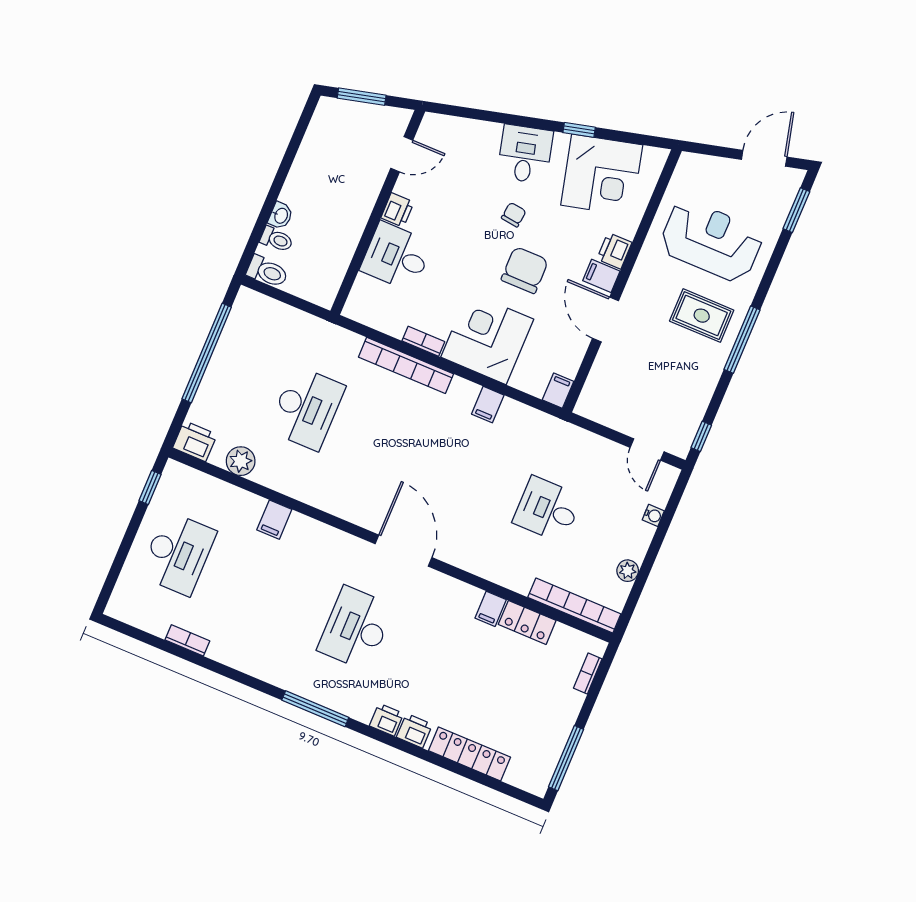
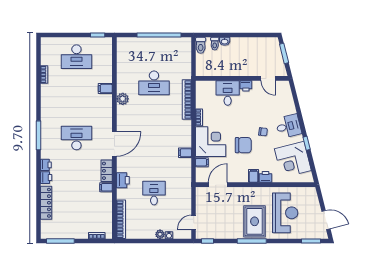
rug: (702, 316) -> (255, 221), width x1.36, depth x1.43
door: (605, 319) -> (218, 185), moved
bookcase: (406, 365) -> (187, 100), moved
filing cabinet: (558, 391) -> (202, 162), moved
printer: (195, 441) -> (123, 180), moved
plant: (241, 461) -> (123, 99), moved
plant: (628, 571) -> (160, 234), moved
locker: (527, 622) -> (107, 171), moved

